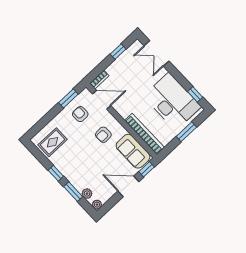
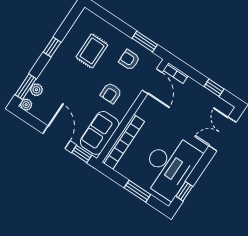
armchair: (80, 114) -> (129, 60), turned -90
armchair: (103, 135) -> (111, 93), turned -88
rug: (53, 142) -> (92, 51), moved, turned 90
window: (73, 192) -> (26, 87), moved

